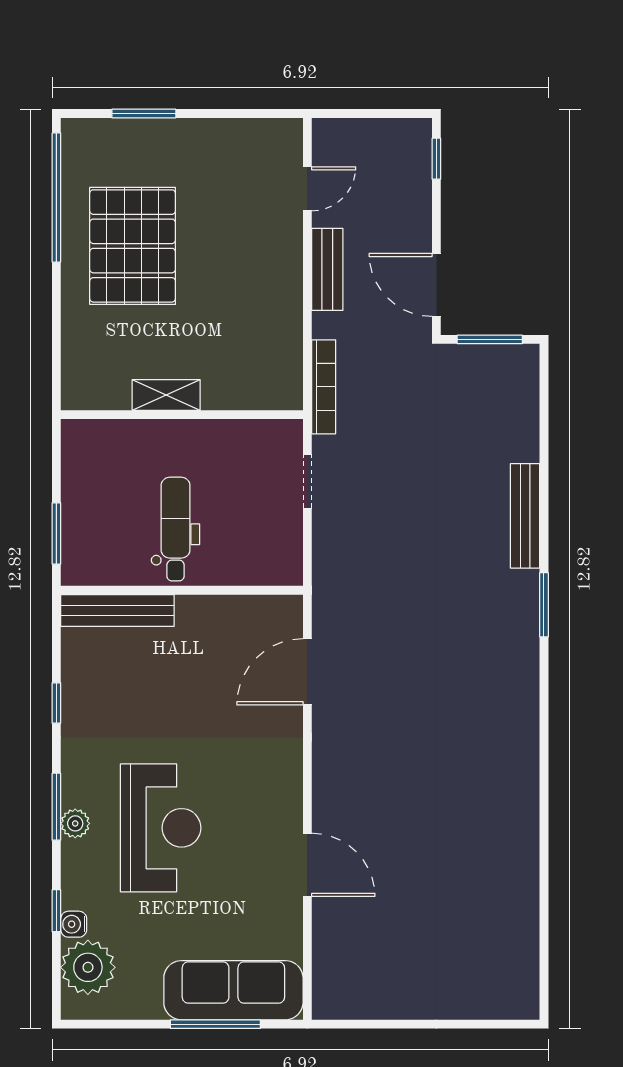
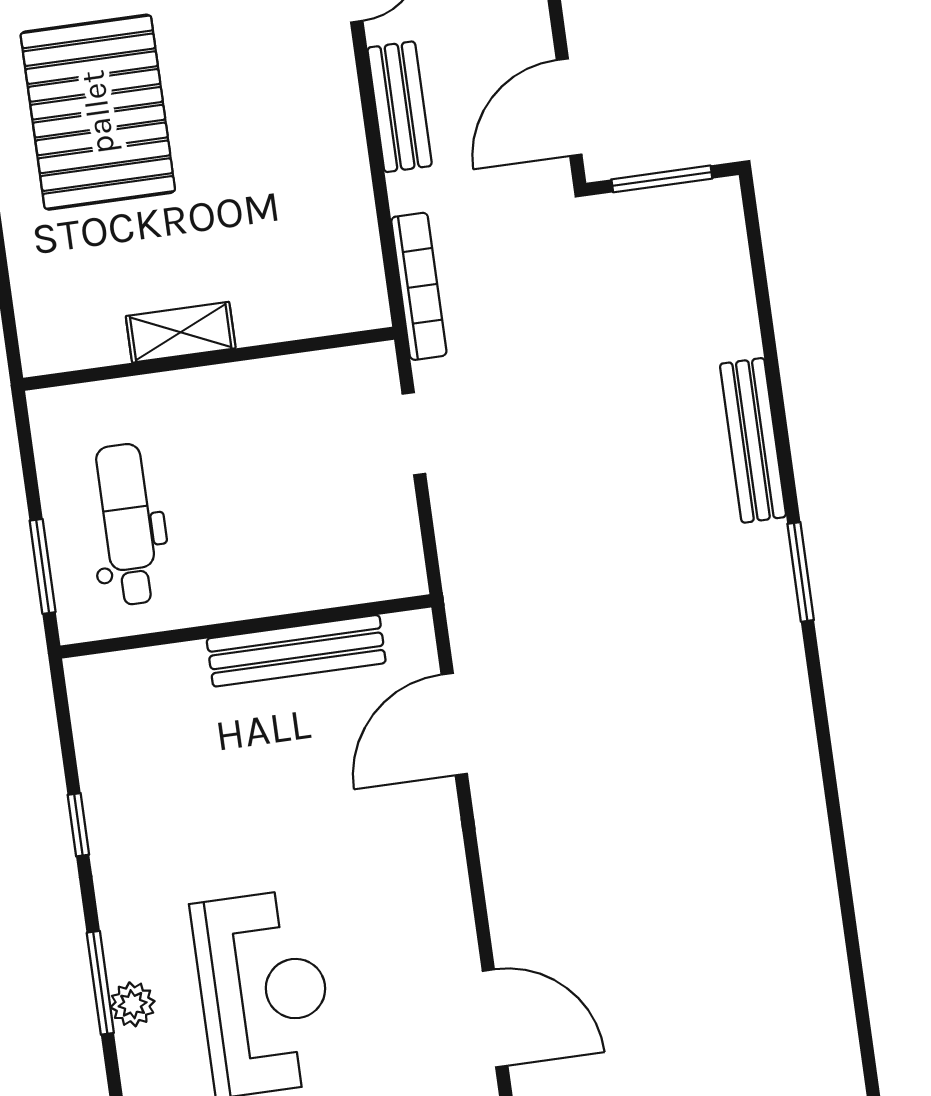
door: (436, 285) -> (569, 107), hinge flipped
dental chair: (176, 529) -> (127, 524), moved
bench: (117, 610) -> (296, 651), moved

